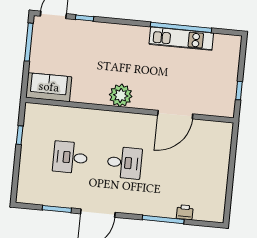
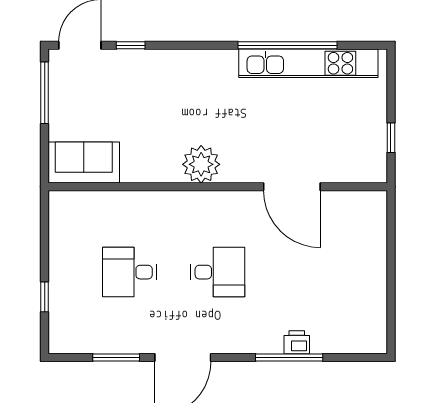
kitchen unit: (181, 39) -> (308, 63), width x1.36
door: (175, 115) -> (292, 187), hinge flipped
window: (20, 135) -> (45, 297), moved
printer: (185, 212) -> (297, 342), moved

